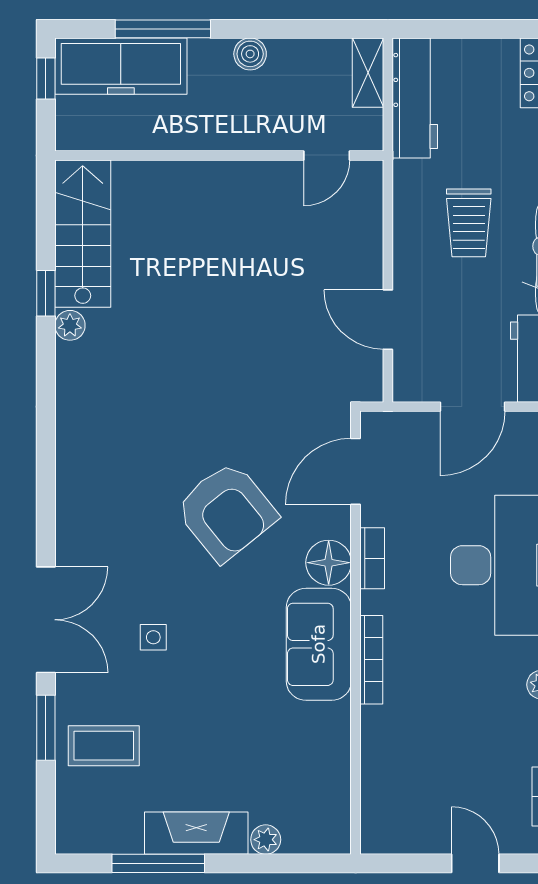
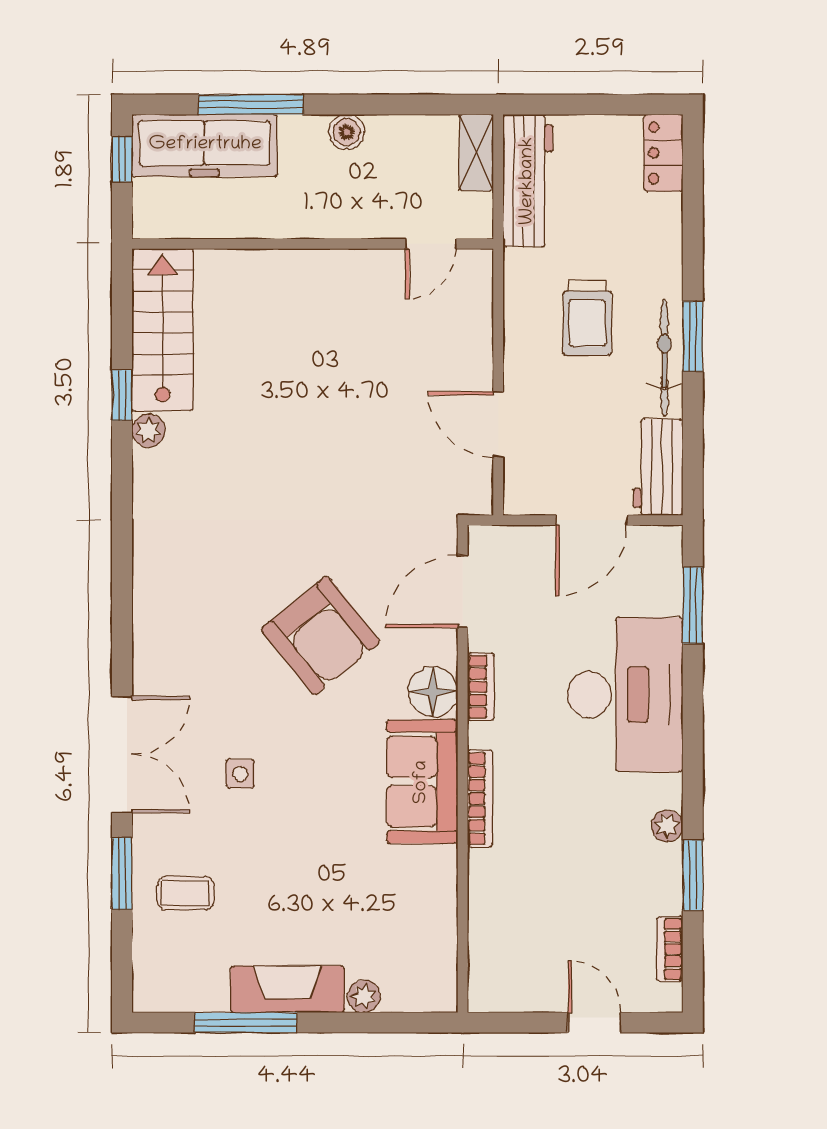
coffee table: (104, 746) -> (186, 893), width x0.73, depth x0.77

